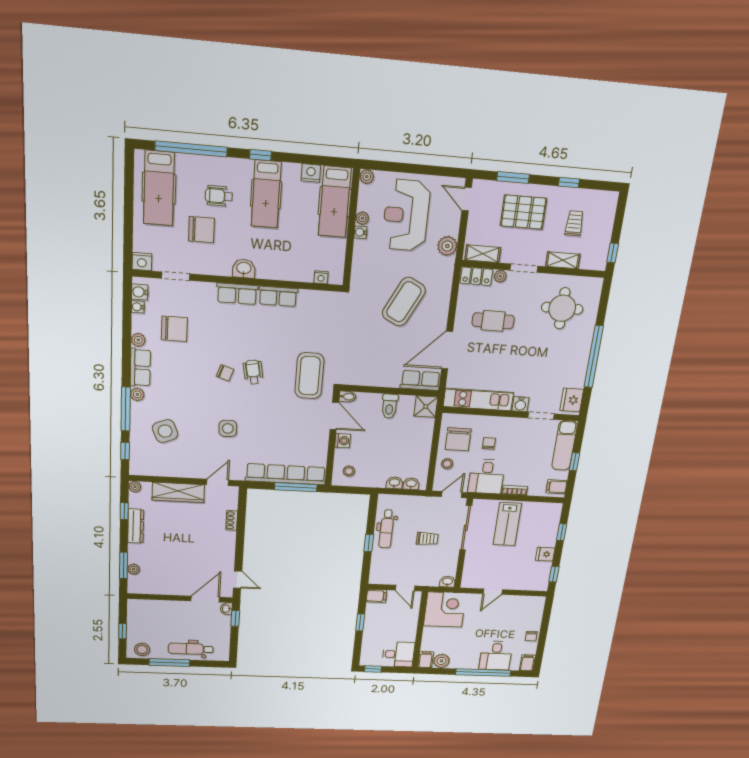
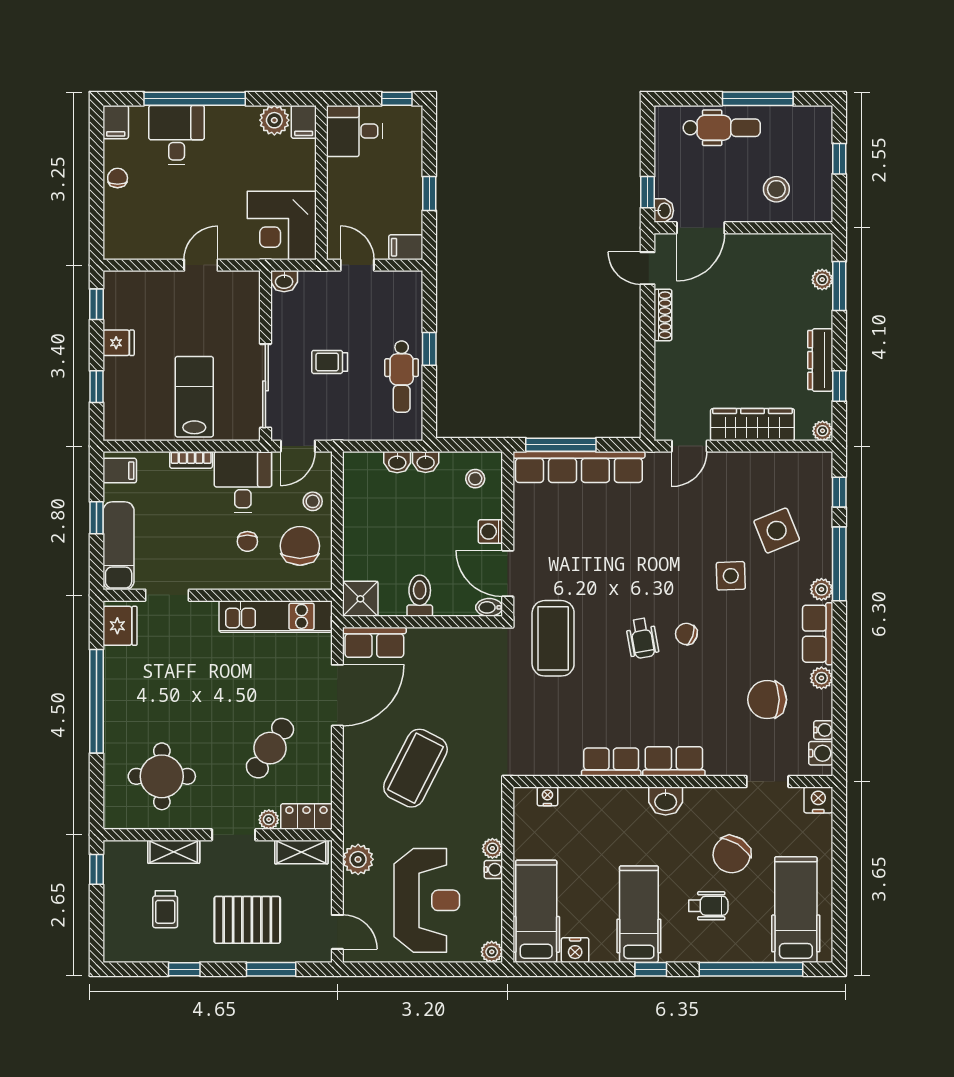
plant: (362, 218) -> (492, 848), moved
chair: (201, 230) -> (732, 854), turned -57
cafe table: (493, 321) -> (270, 748), turned -57
water cooler: (521, 404) -> (204, 613), removed
side table: (228, 428) -> (731, 576), moved
washbasin: (411, 484) -> (426, 462), moved
shoe rack: (232, 520) -> (663, 315), moved, width x1.43
dental chair: (387, 529) -> (402, 377), turned 180
stool: (142, 649) -> (776, 189), moved

